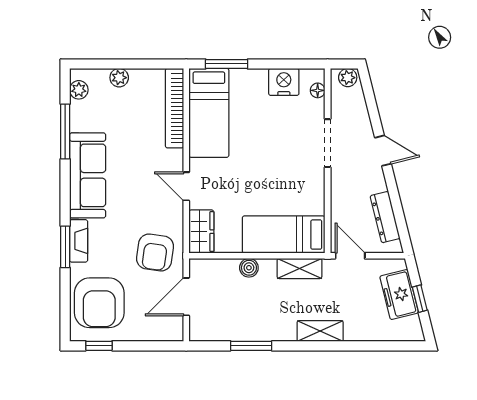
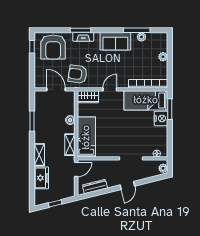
nightstand: (284, 82) -> (161, 118), moved
plant: (79, 90) -> (141, 37), moved
sofa: (88, 175) -> (115, 41), width x0.73
freezer: (399, 295) -> (41, 178), moved, turned 104
armchair: (99, 303) -> (53, 47), turned -90

